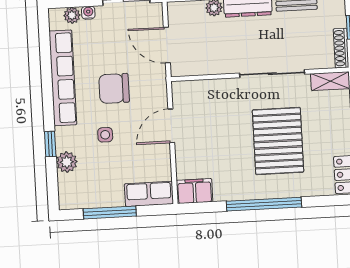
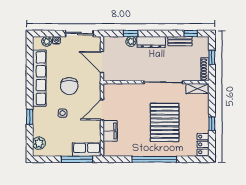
chair: (114, 88) -> (69, 86), turned -90
plant: (67, 162) -> (39, 143), moved
filing cabinet: (195, 191) -> (110, 131), moved, turned 90
window: (110, 212) -> (77, 159), moved

